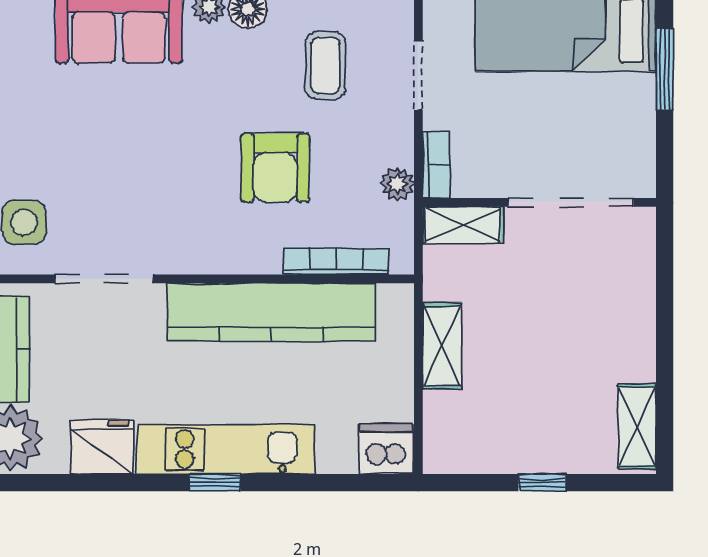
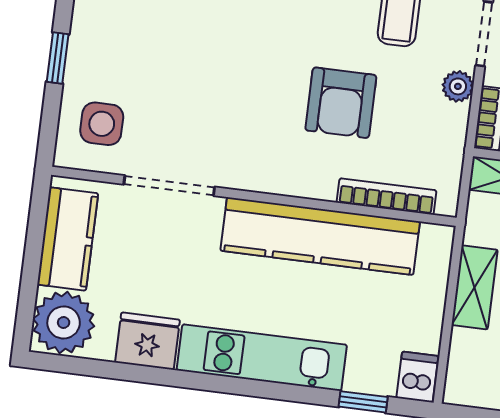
plant: (397, 184) -> (458, 86), moved
dishwasher: (386, 449) -> (417, 377), width x0.73
window: (215, 483) -> (363, 402), moved

